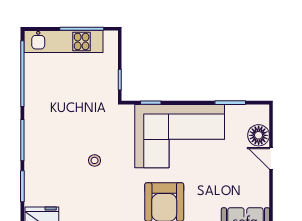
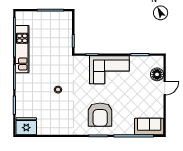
kitchen unit: (63, 42) -> (22, 49), moved, turned -90
corner sofa: (180, 136) -> (109, 70), width x0.73, depth x0.74
door: (271, 158) -> (165, 88), swing flipped

